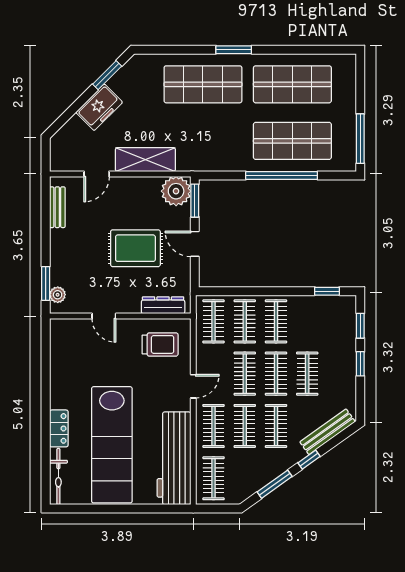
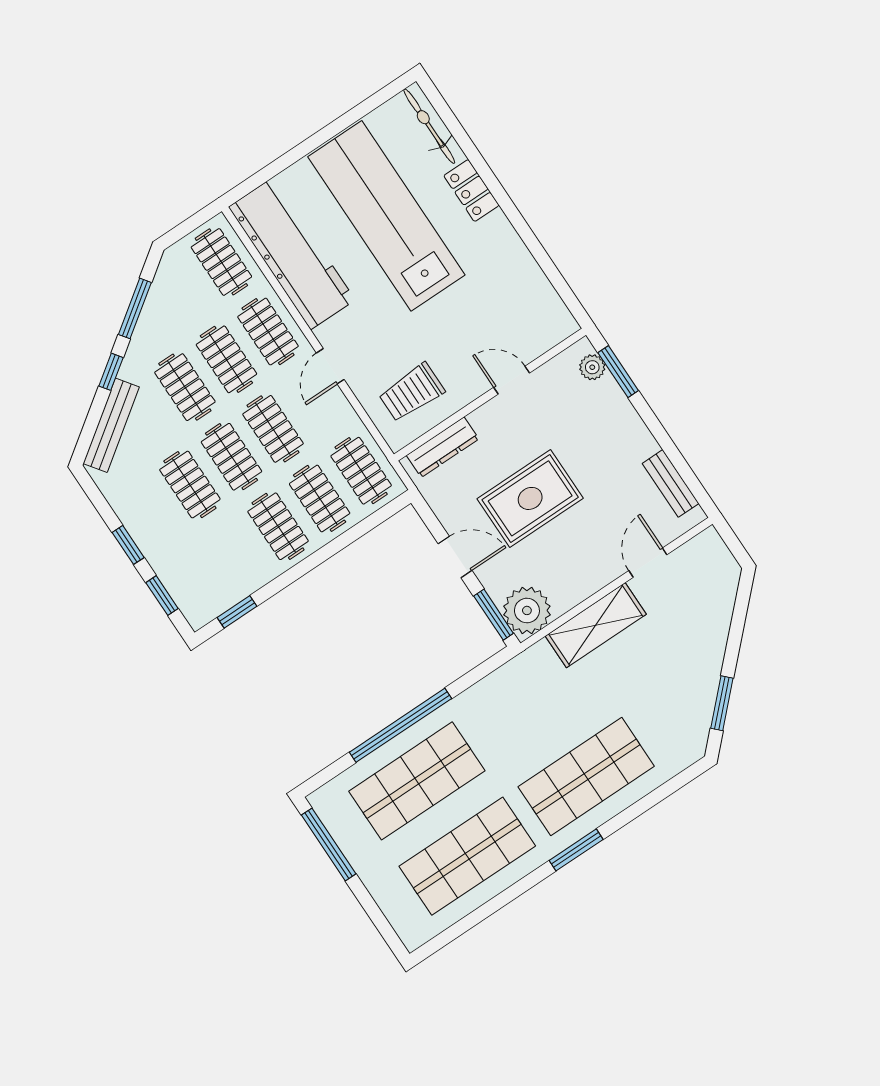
freezer: (99, 107) -> (704, 654), removed

